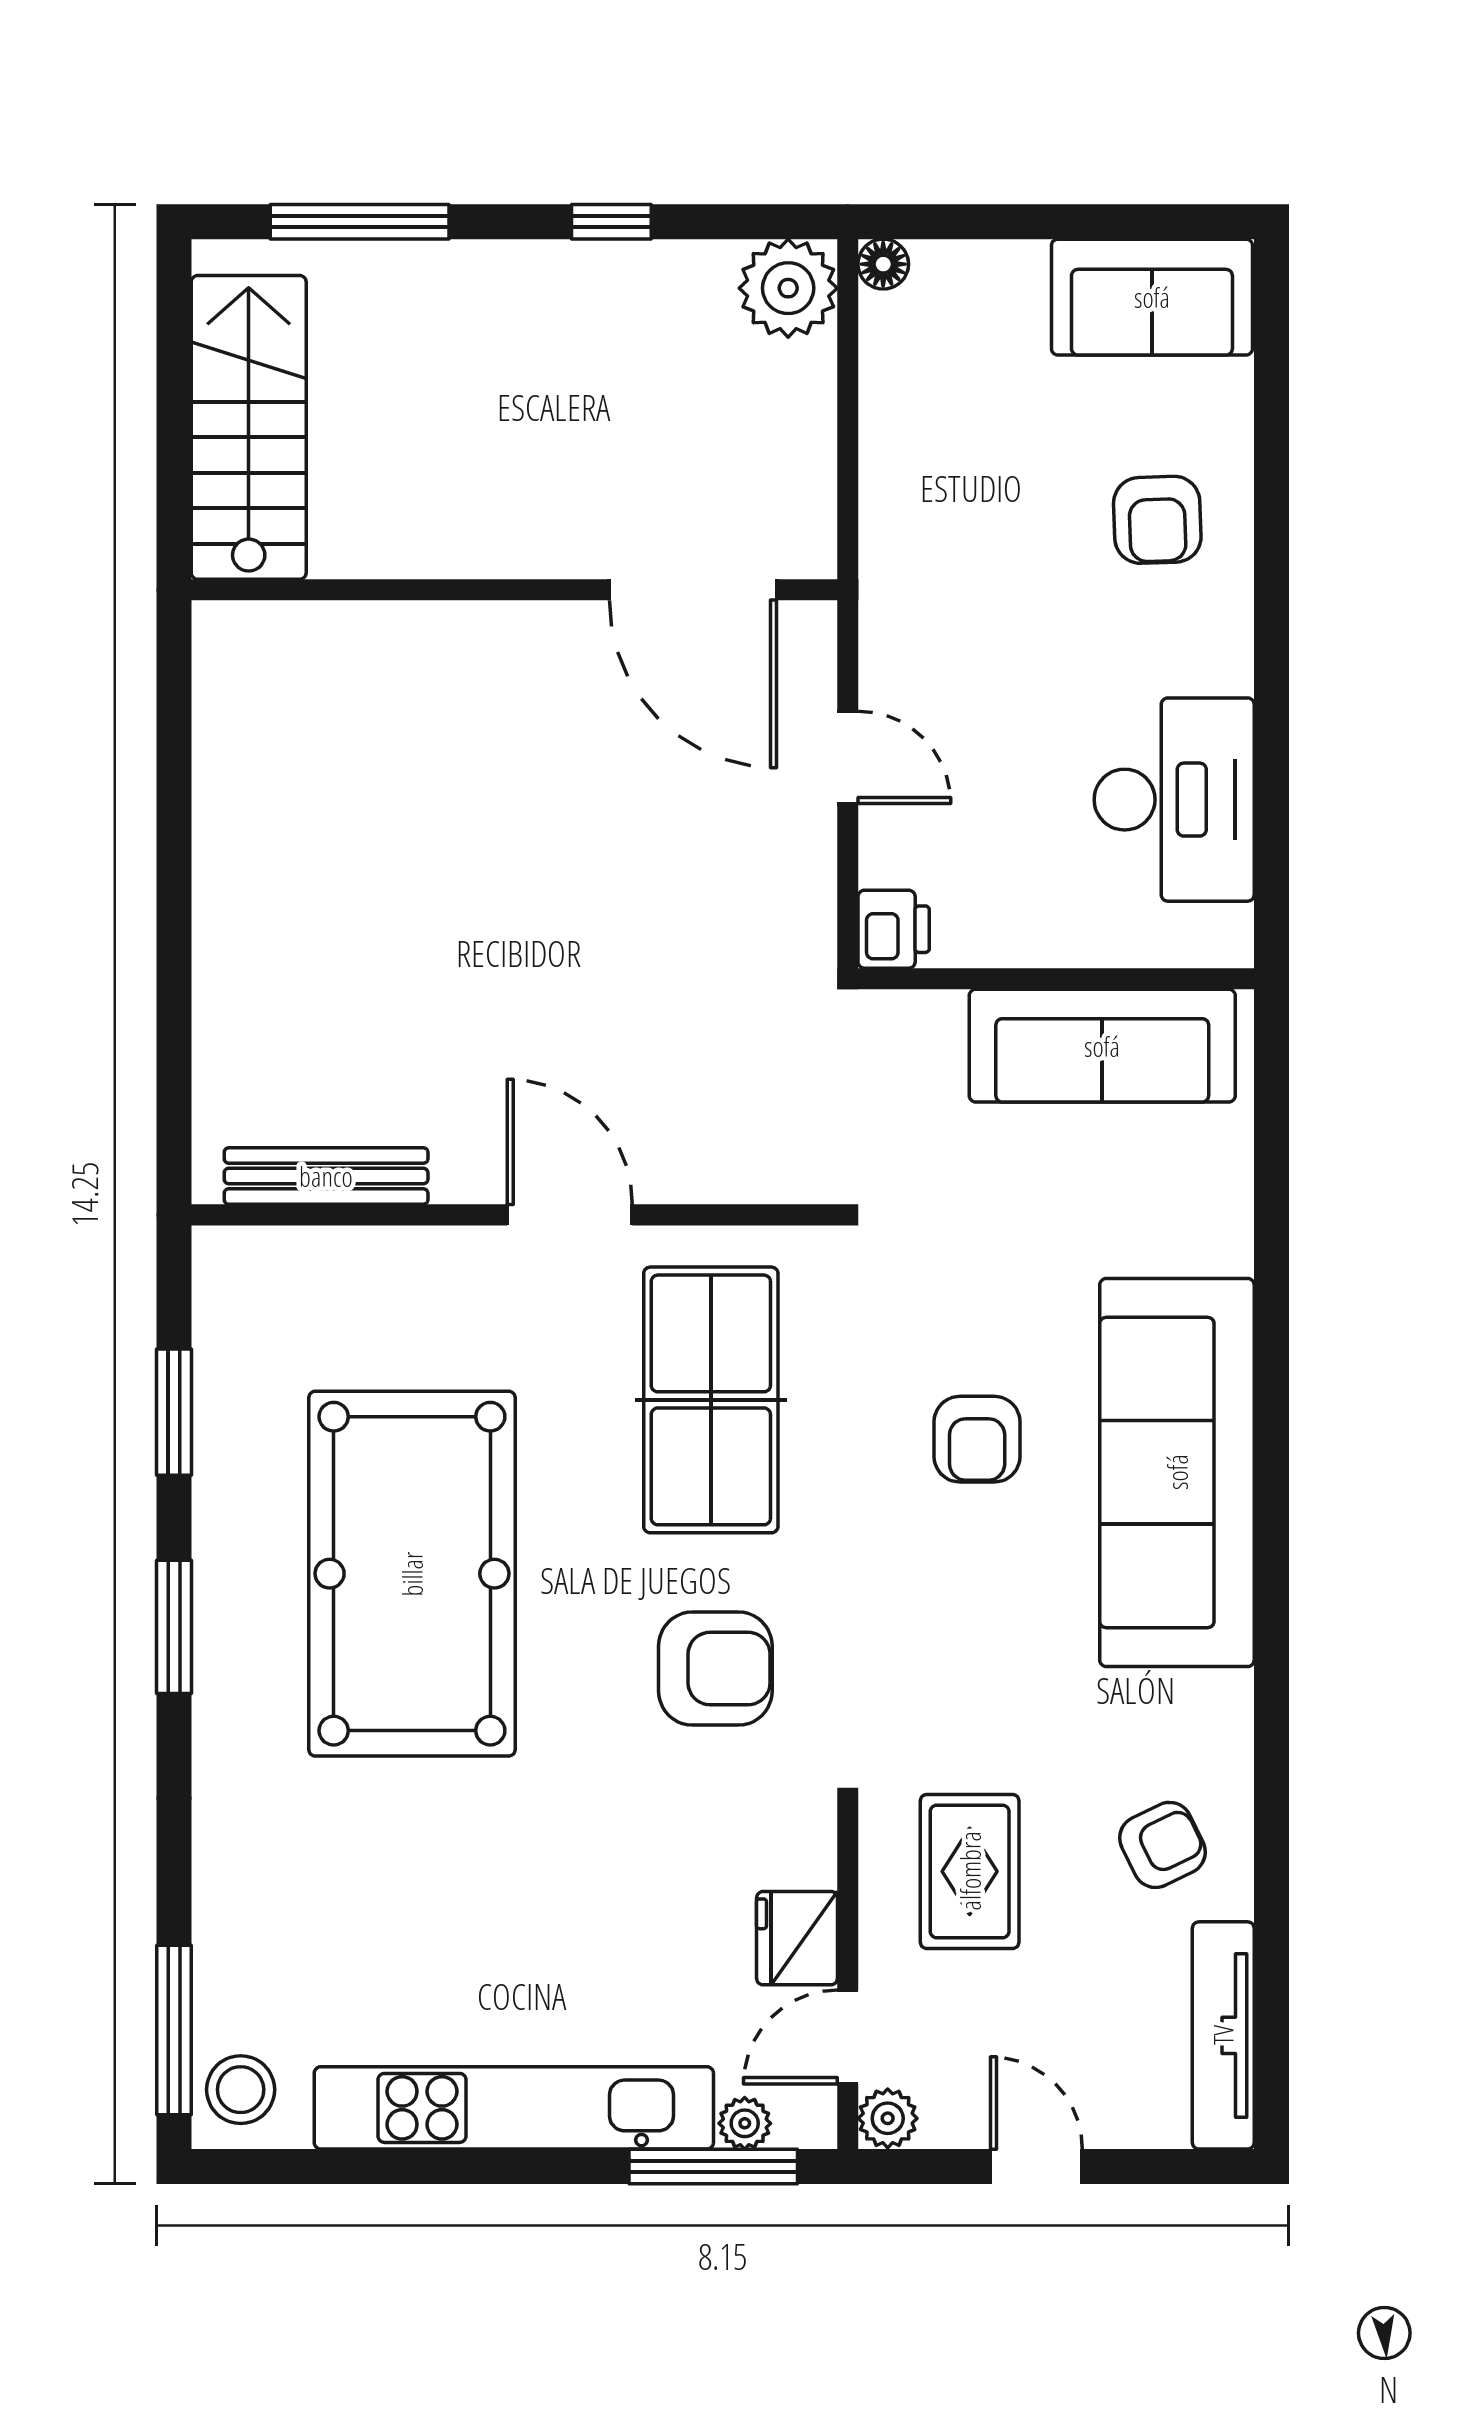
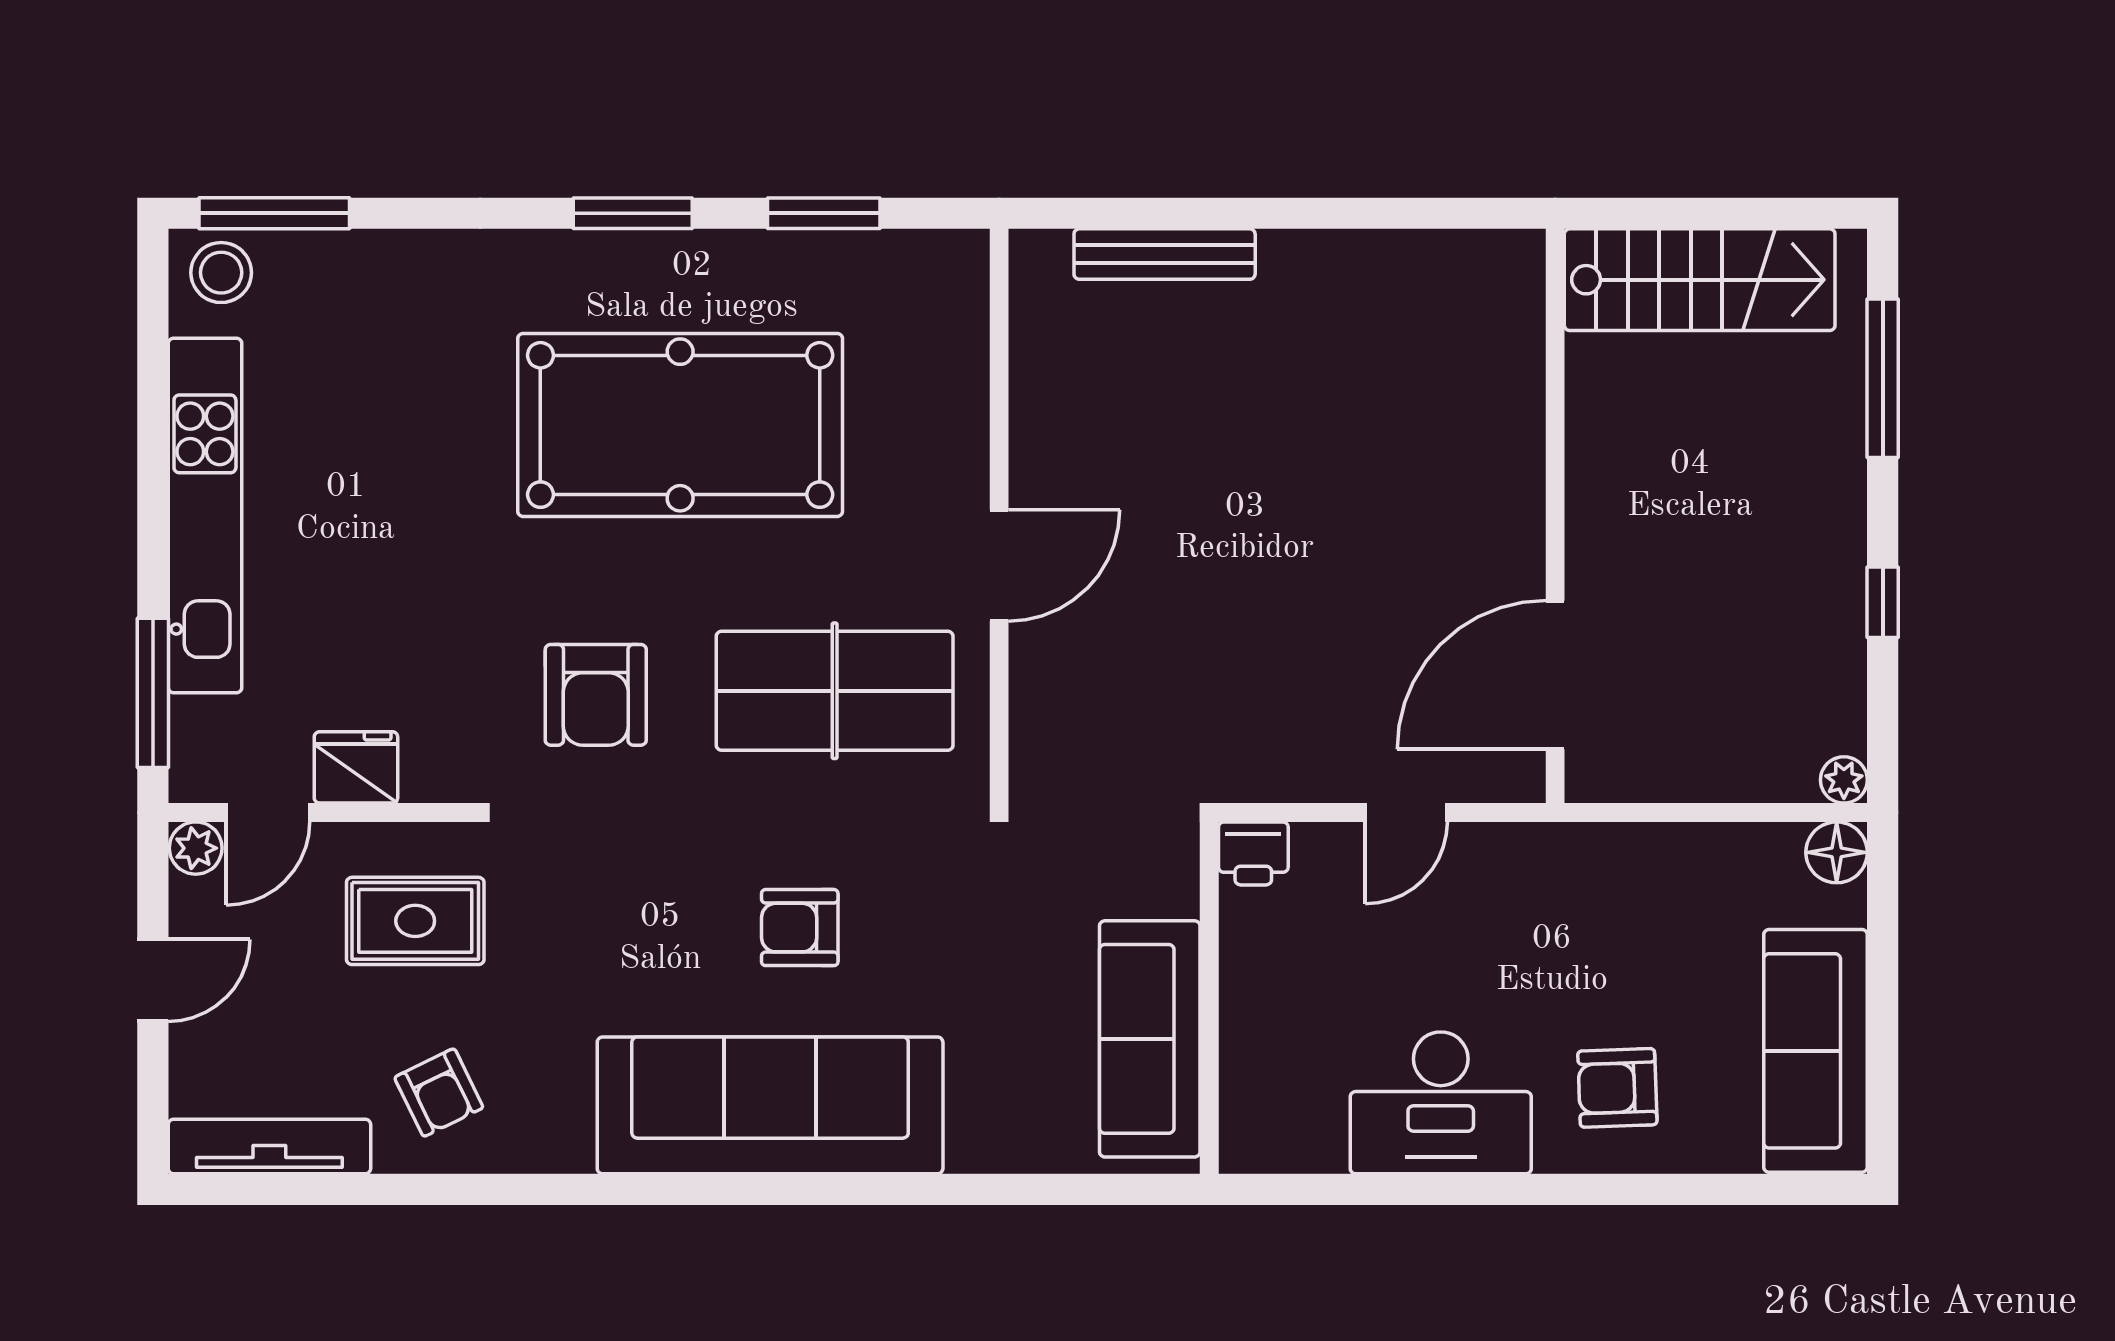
floor lamp: (883, 264) -> (1837, 852), width x1.37, depth x1.37
plant: (788, 288) -> (1844, 780), width x0.53, depth x0.53
sofa: (1152, 297) -> (1816, 1051), width x1.36
desk: (1174, 800) -> (1441, 1103), moved
bench: (326, 1176) -> (1165, 254), moved, turned 90
door: (848, 2037) -> (268, 813), swing flipped
plant: (745, 2123) -> (191, 721), removed

